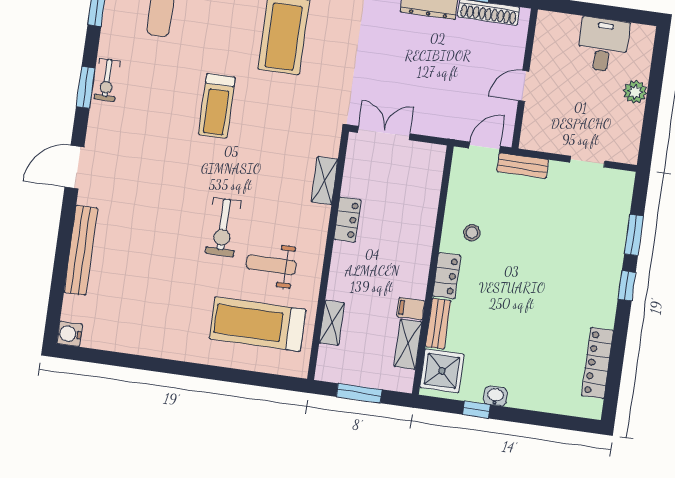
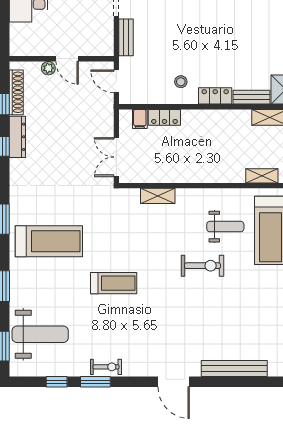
plant: (515, 59) -> (48, 68), added
window: (86, 87) -> (95, 382), moved
bench: (523, 166) -> (126, 37), moved
locker: (347, 220) -> (164, 117), moved, turned 180
weight bench: (271, 265) -> (225, 227), turned -90
filing cabinet: (411, 309) -> (140, 119), moved

